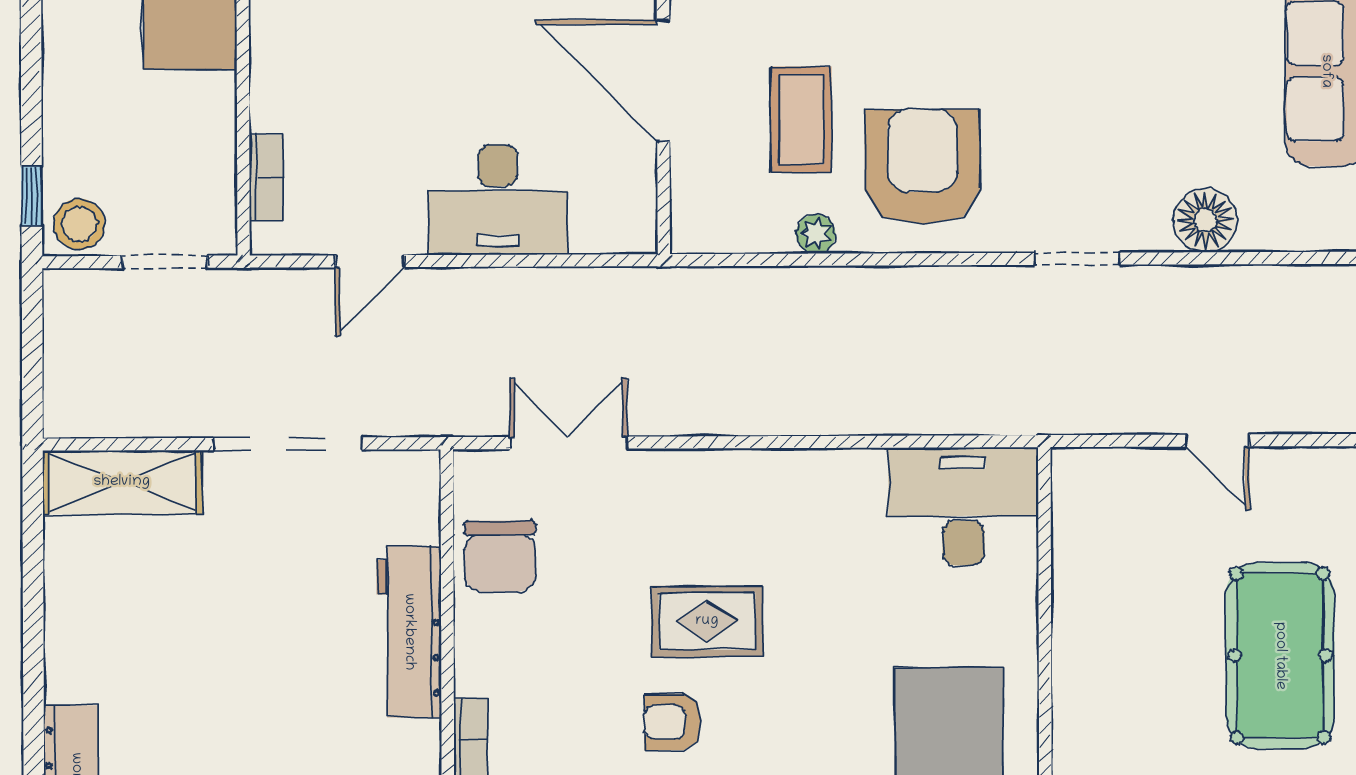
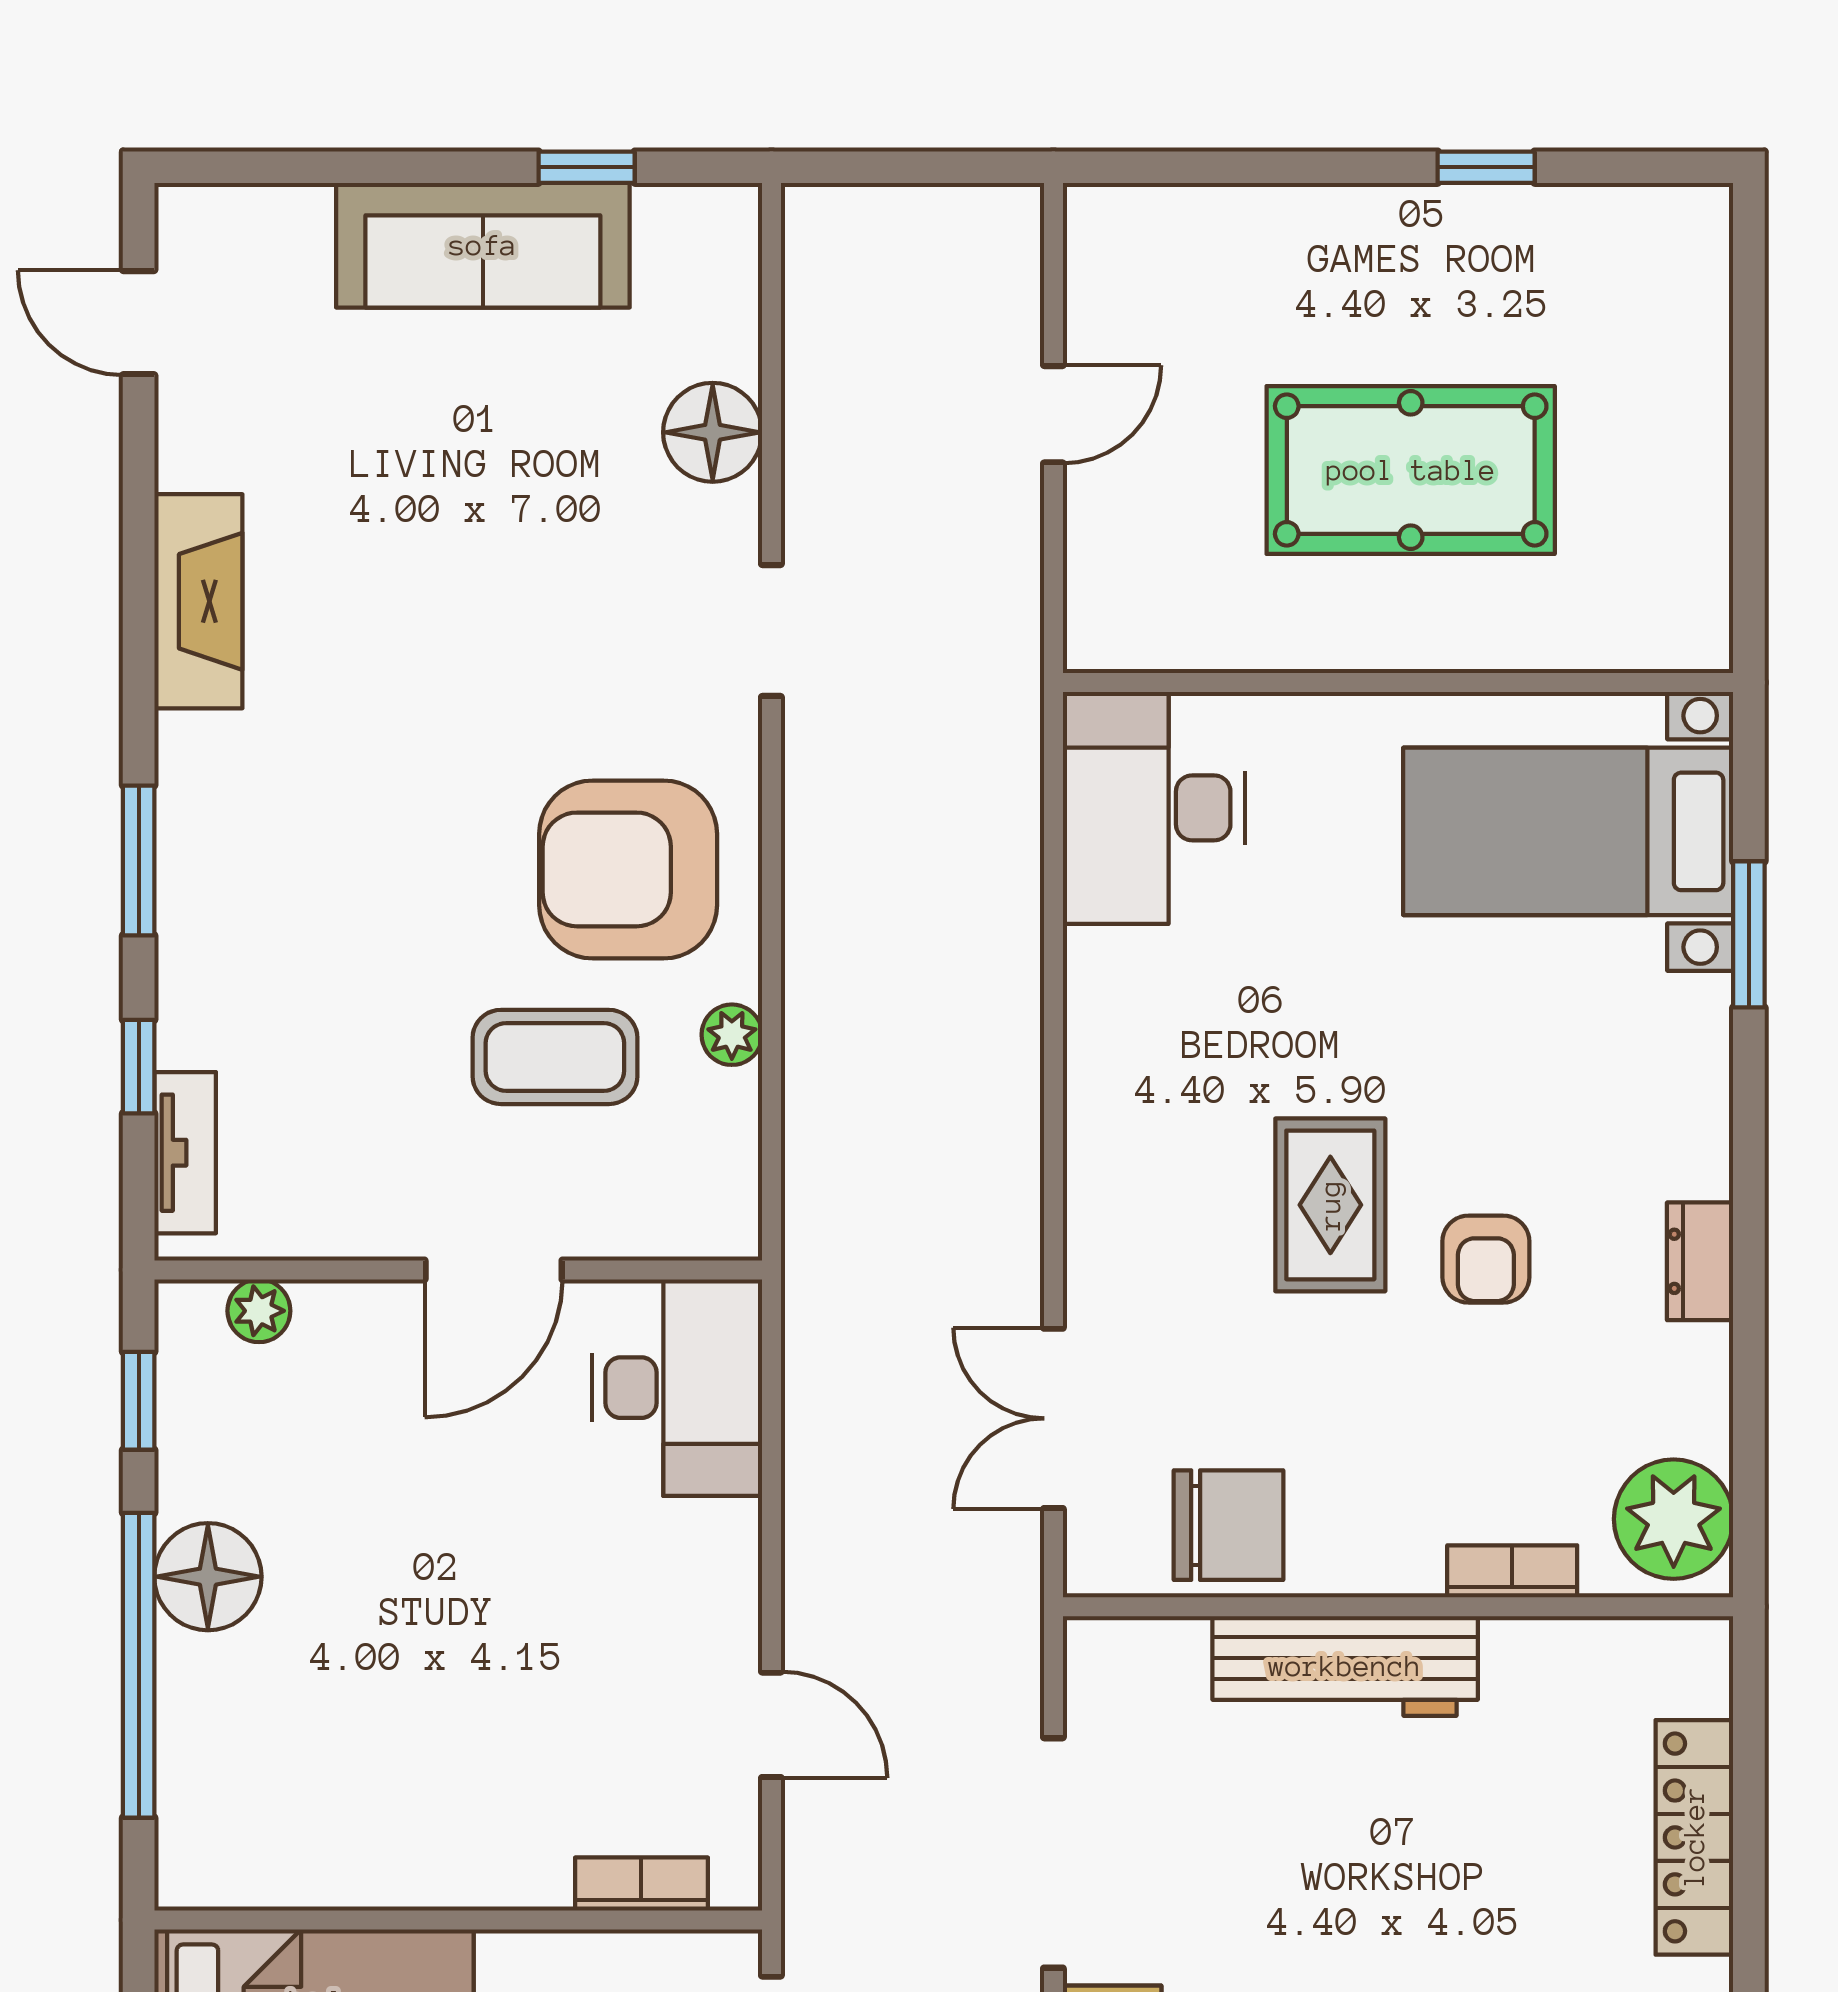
door: (663, 80) -> (494, 1270), width x0.73
desk: (498, 200) -> (677, 1388), moved
pool table: (1280, 656) -> (1411, 470), moved

